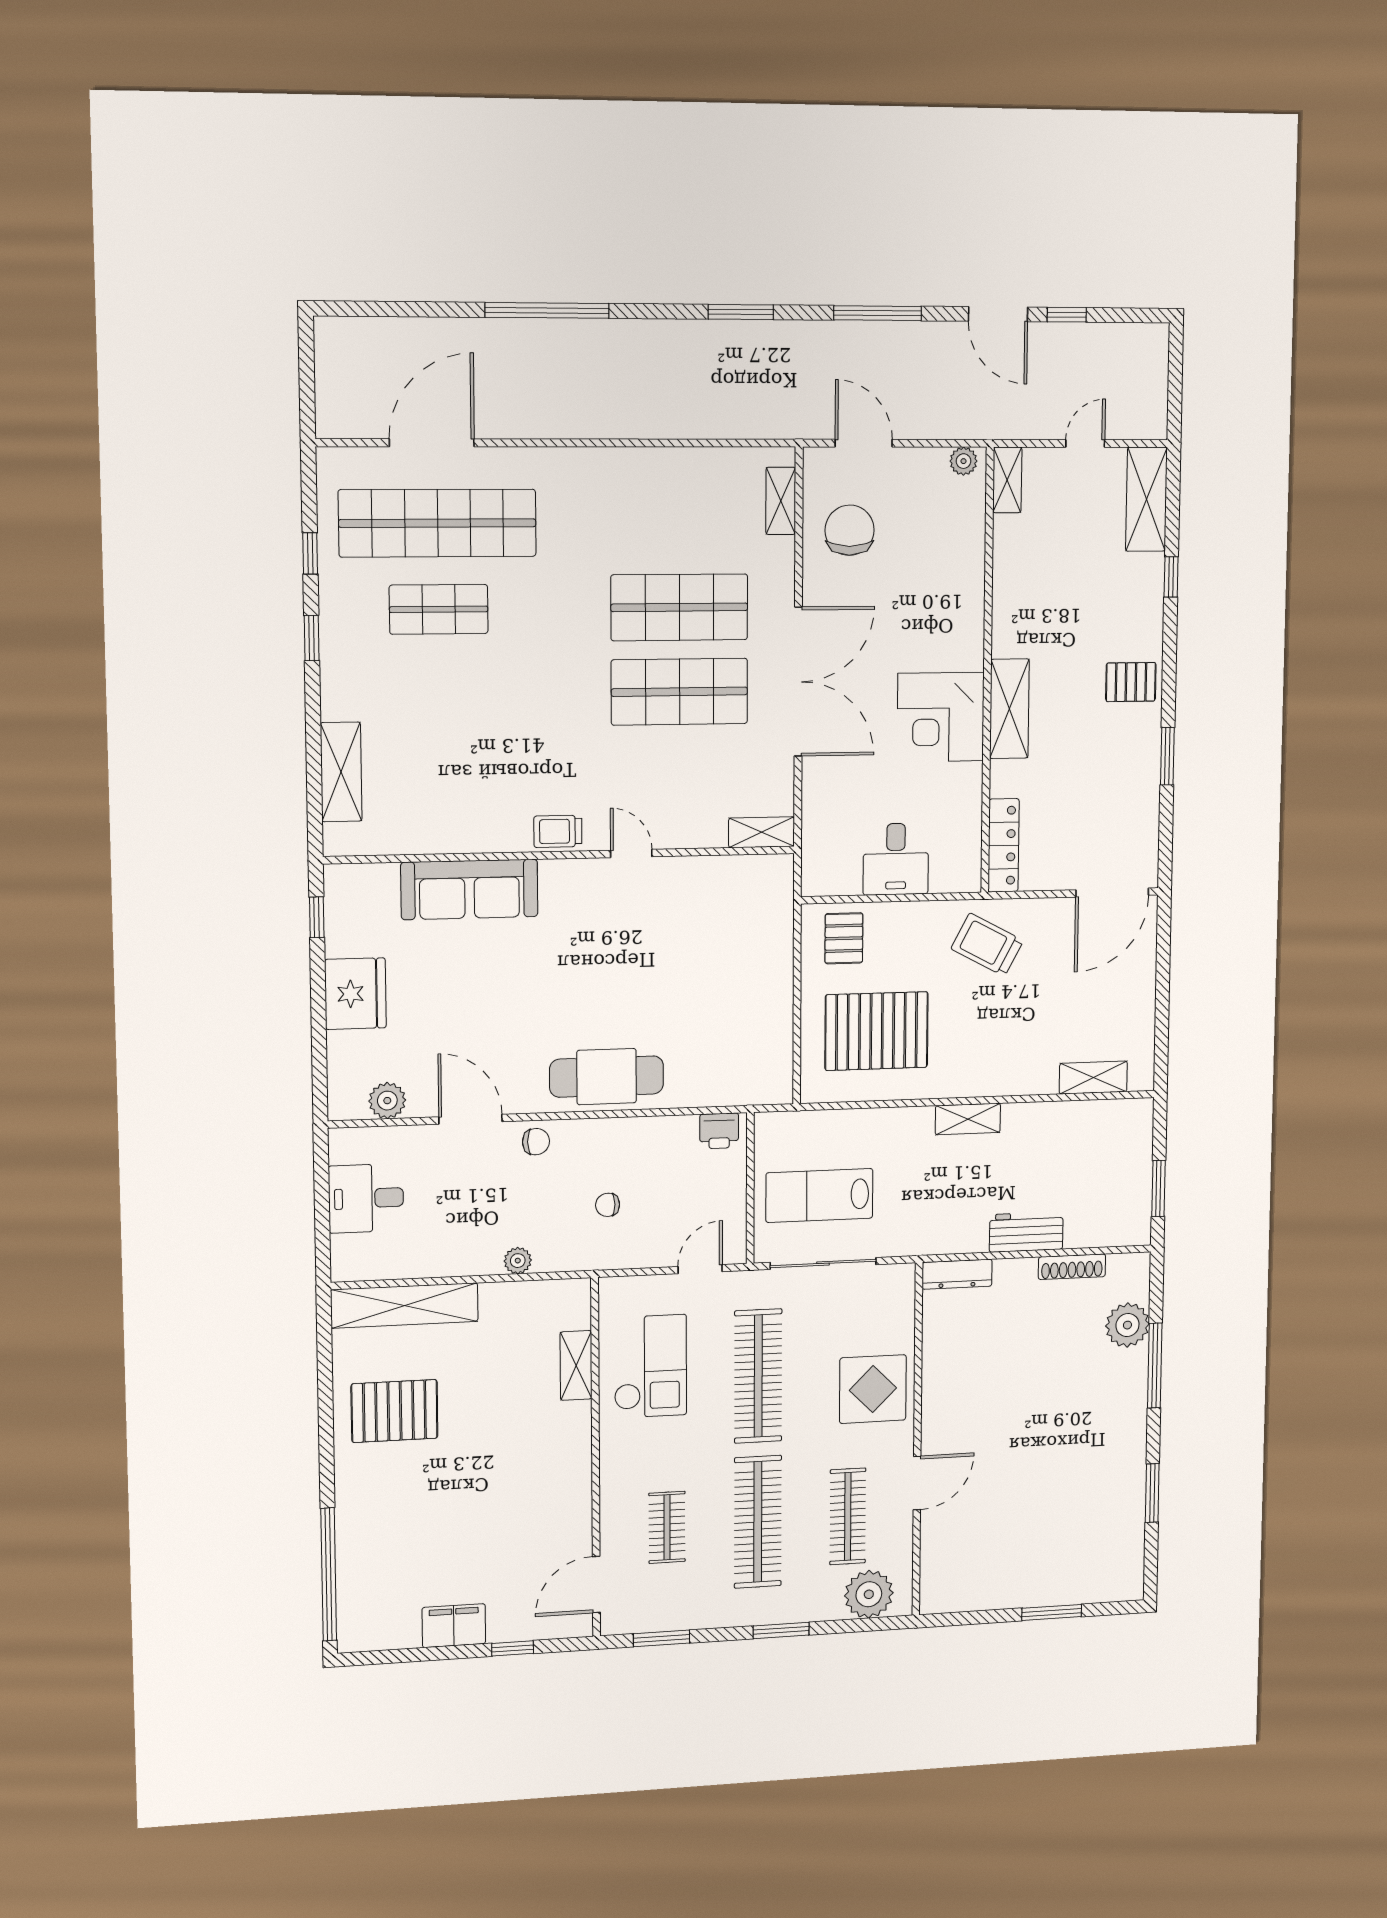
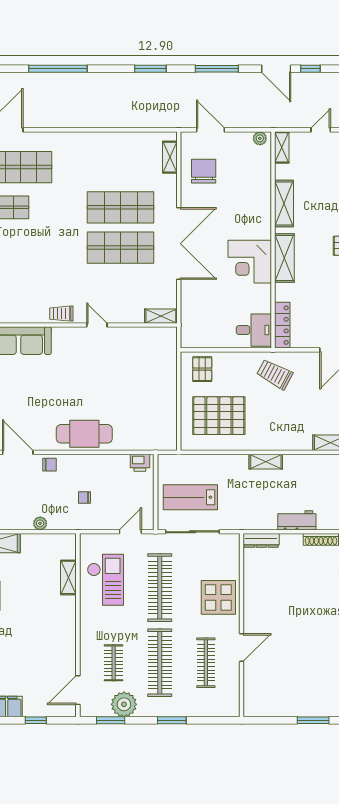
shelving: (1010, 597) -> (284, 204), added
desk: (896, 859) -> (254, 330), moved, turned -90
plant: (869, 1594) -> (124, 704), moved

